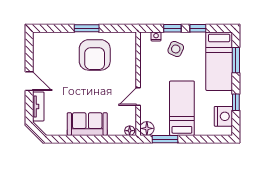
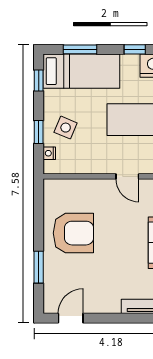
window: (87, 28) -> (39, 267), moved
window: (198, 28) -> (39, 81), moved
door: (29, 81) -> (71, 318), moved

